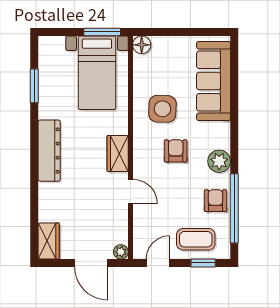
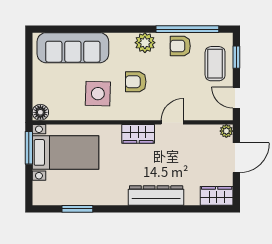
dresser: (49, 151) -> (156, 195), moved

